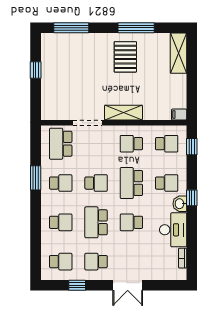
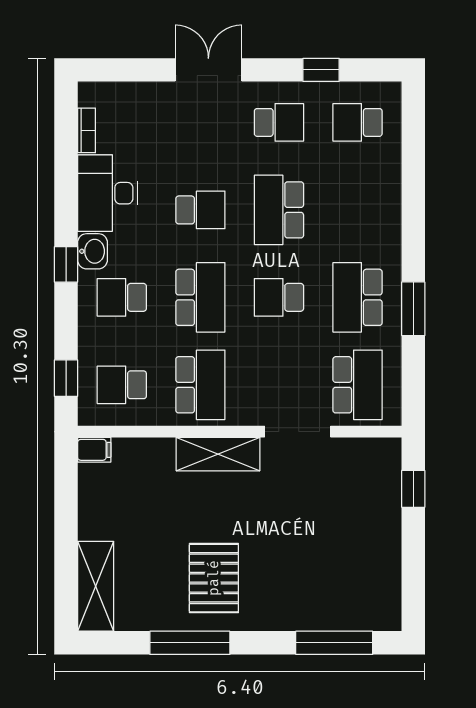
window: (36, 70) -> (413, 489), moved
school desk: (131, 144) -> (200, 385), width x1.85
school desk: (61, 183) -> (358, 297), width x1.85
school desk: (61, 222) -> (358, 210), removed
school desk: (96, 222) -> (279, 210), turned 180

